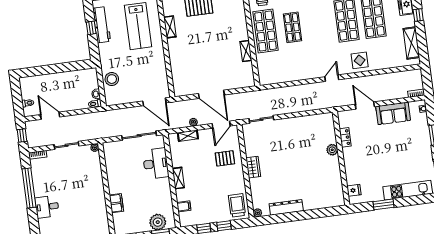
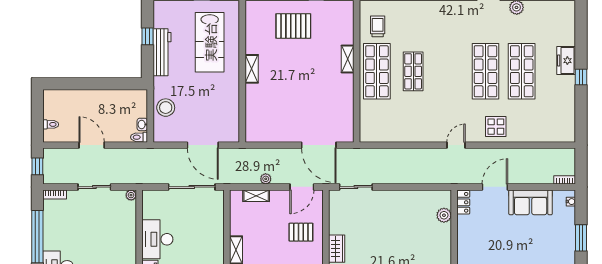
workbench: (102, 25) -> (162, 52), moved
shelving: (170, 27) -> (252, 69), moved
shelving: (411, 43) -> (567, 113), removed
shelving: (246, 51) -> (348, 59), moved
door: (211, 94) -> (319, 145), moved
door: (154, 102) -> (203, 145), moved
door: (365, 105) -> (495, 187), hinge flipped
door: (50, 116) -> (92, 145), moved
locker: (345, 137) -> (463, 202), moved
plant: (332, 150) -> (444, 215), moved
desk: (156, 164) -> (157, 239), moved, turned 180

